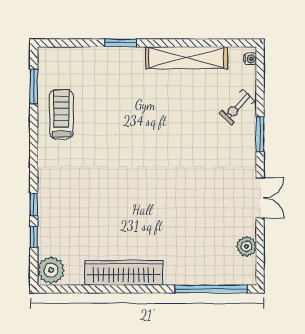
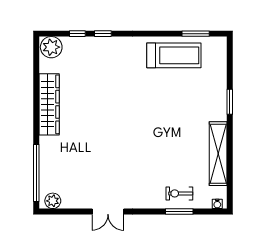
exercise bike: (237, 107) -> (179, 193), turned -44
treadmill: (61, 114) -> (174, 55), width x1.37, depth x1.38
window: (260, 134) -> (179, 212), moved
plant: (246, 246) -> (53, 201), moved

